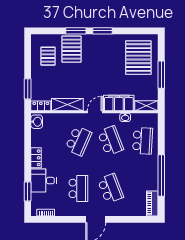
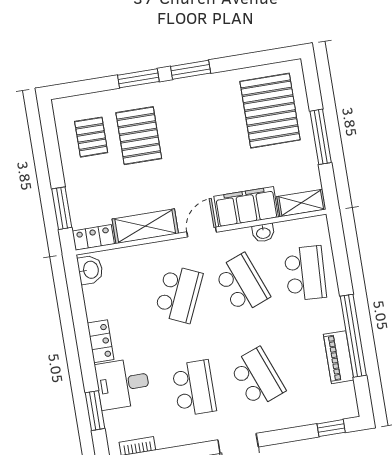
pallet: (72, 49) -> (139, 136), moved
piano: (152, 203) -> (339, 357), moved
window: (143, 219) -> (331, 428), added

